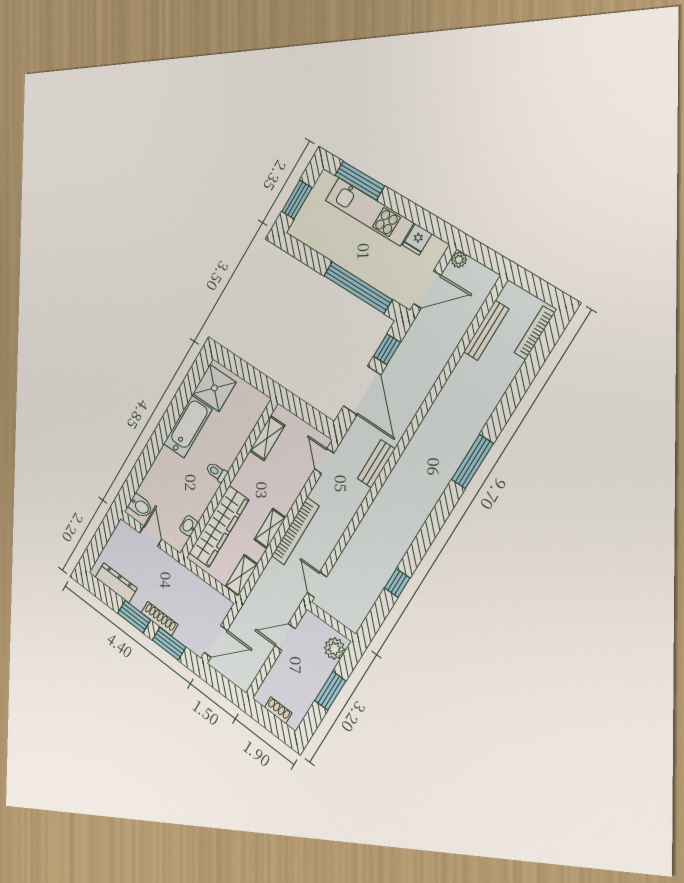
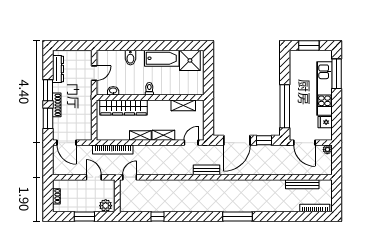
bidet: (141, 506) -> (130, 58), moved
bookcase: (295, 531) -> (113, 149), moved
shelving: (241, 575) -> (163, 135), moved

